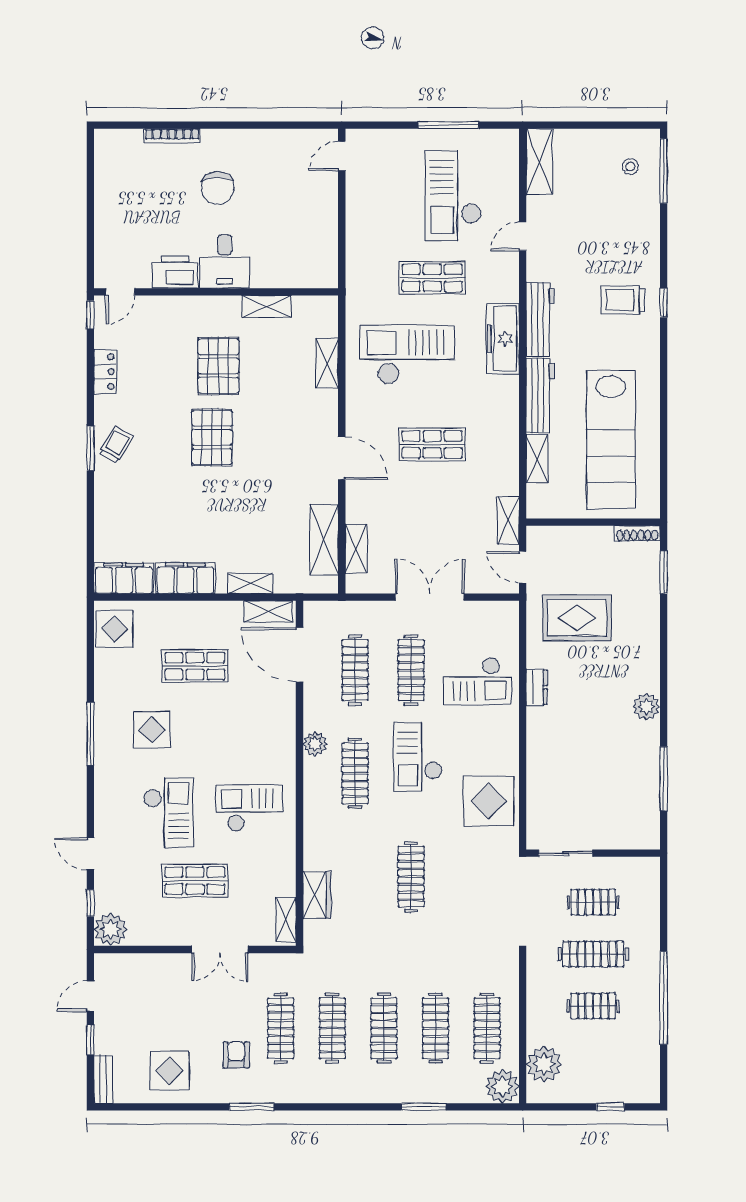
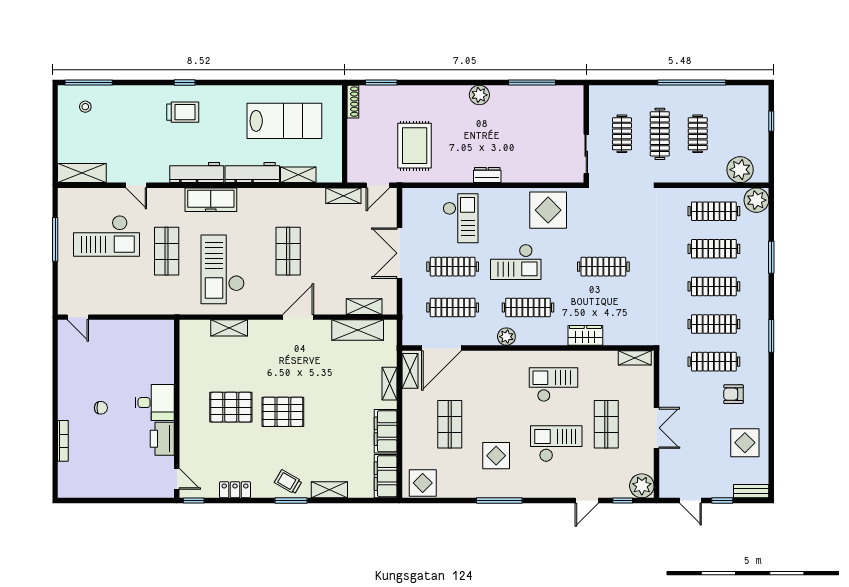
chair: (217, 188) -> (101, 408), width x0.54, depth x0.54
trolley: (623, 300) -> (183, 112), turned -90
shelving: (266, 307) -> (329, 490), moved, turned 90
lab bench: (611, 439) -> (284, 121), width x0.73
dresser: (537, 687) -> (487, 175), moved
checkout: (249, 808) -> (553, 385), turned 90
wardrobe: (317, 895) -> (585, 335), moved
double door: (220, 949) -> (656, 428), moved
window: (252, 1107) -> (771, 336), moved

